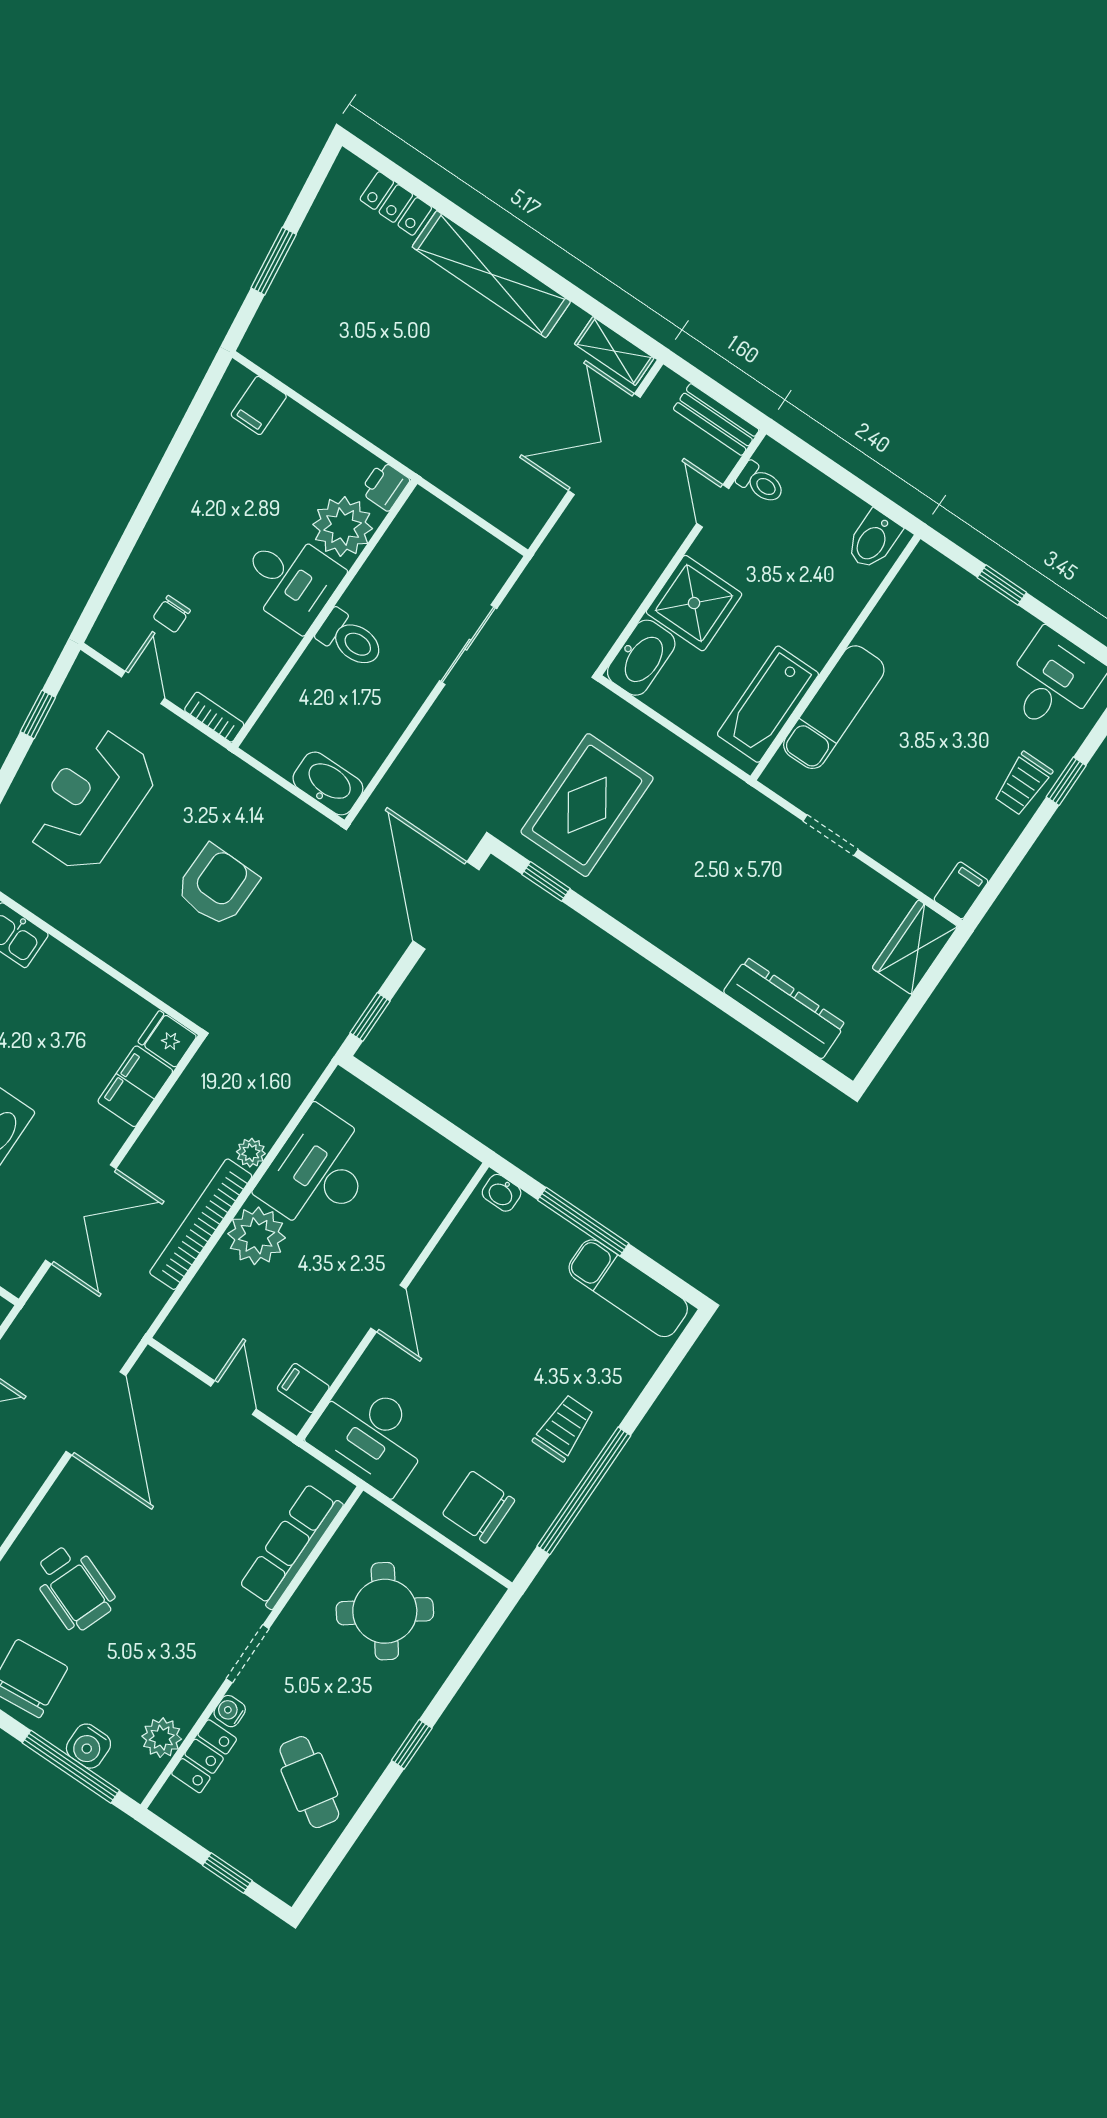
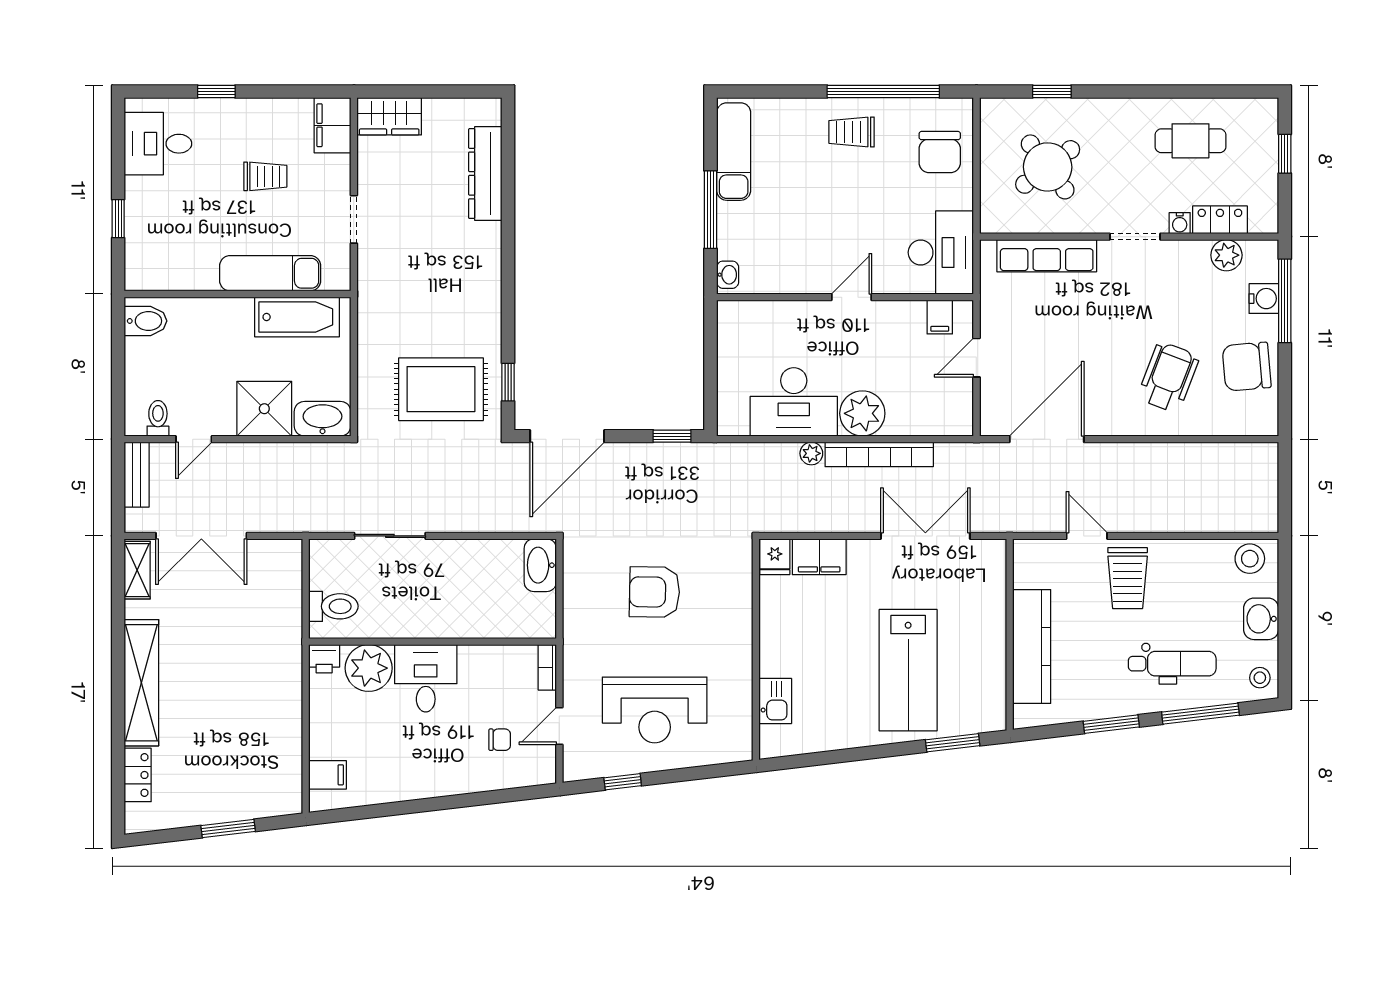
toilet: (350, 639) -> (333, 606), moved, turned 90
trolley: (1023, 784) -> (265, 176), moved
filing cabinet: (961, 890) -> (332, 125), width x2.00
window: (412, 1744) -> (1052, 92), moved
cafe table: (309, 1782) -> (1191, 141), turned 57

